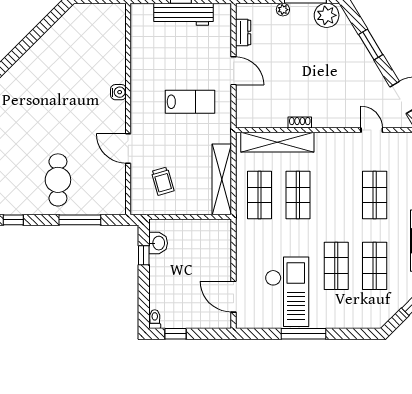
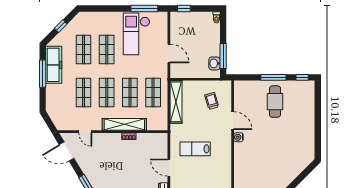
water cooler: (118, 92) -> (238, 137), moved
shelving: (277, 142) -> (124, 124), moved
shop shelf: (336, 195) -> (107, 92), added
window: (80, 220) -> (273, 77), moved
window: (144, 255) -> (223, 56), width x2.17
door: (233, 297) -> (169, 53), moved
window: (175, 334) -> (184, 9), moved
window: (304, 334) -> (144, 9), moved

